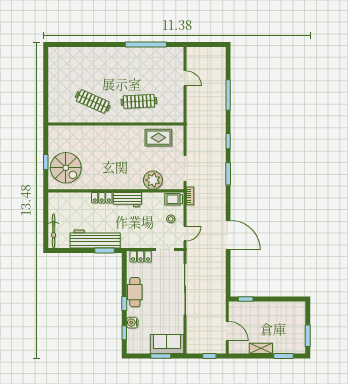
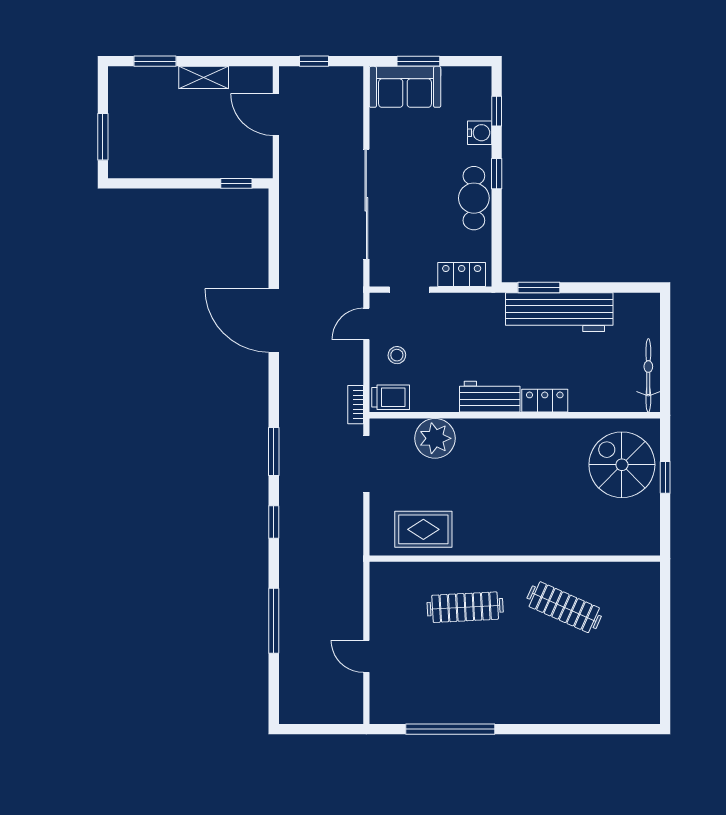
bicycle: (54, 231) -> (648, 375), moved
window: (308, 336) -> (103, 137), moved

